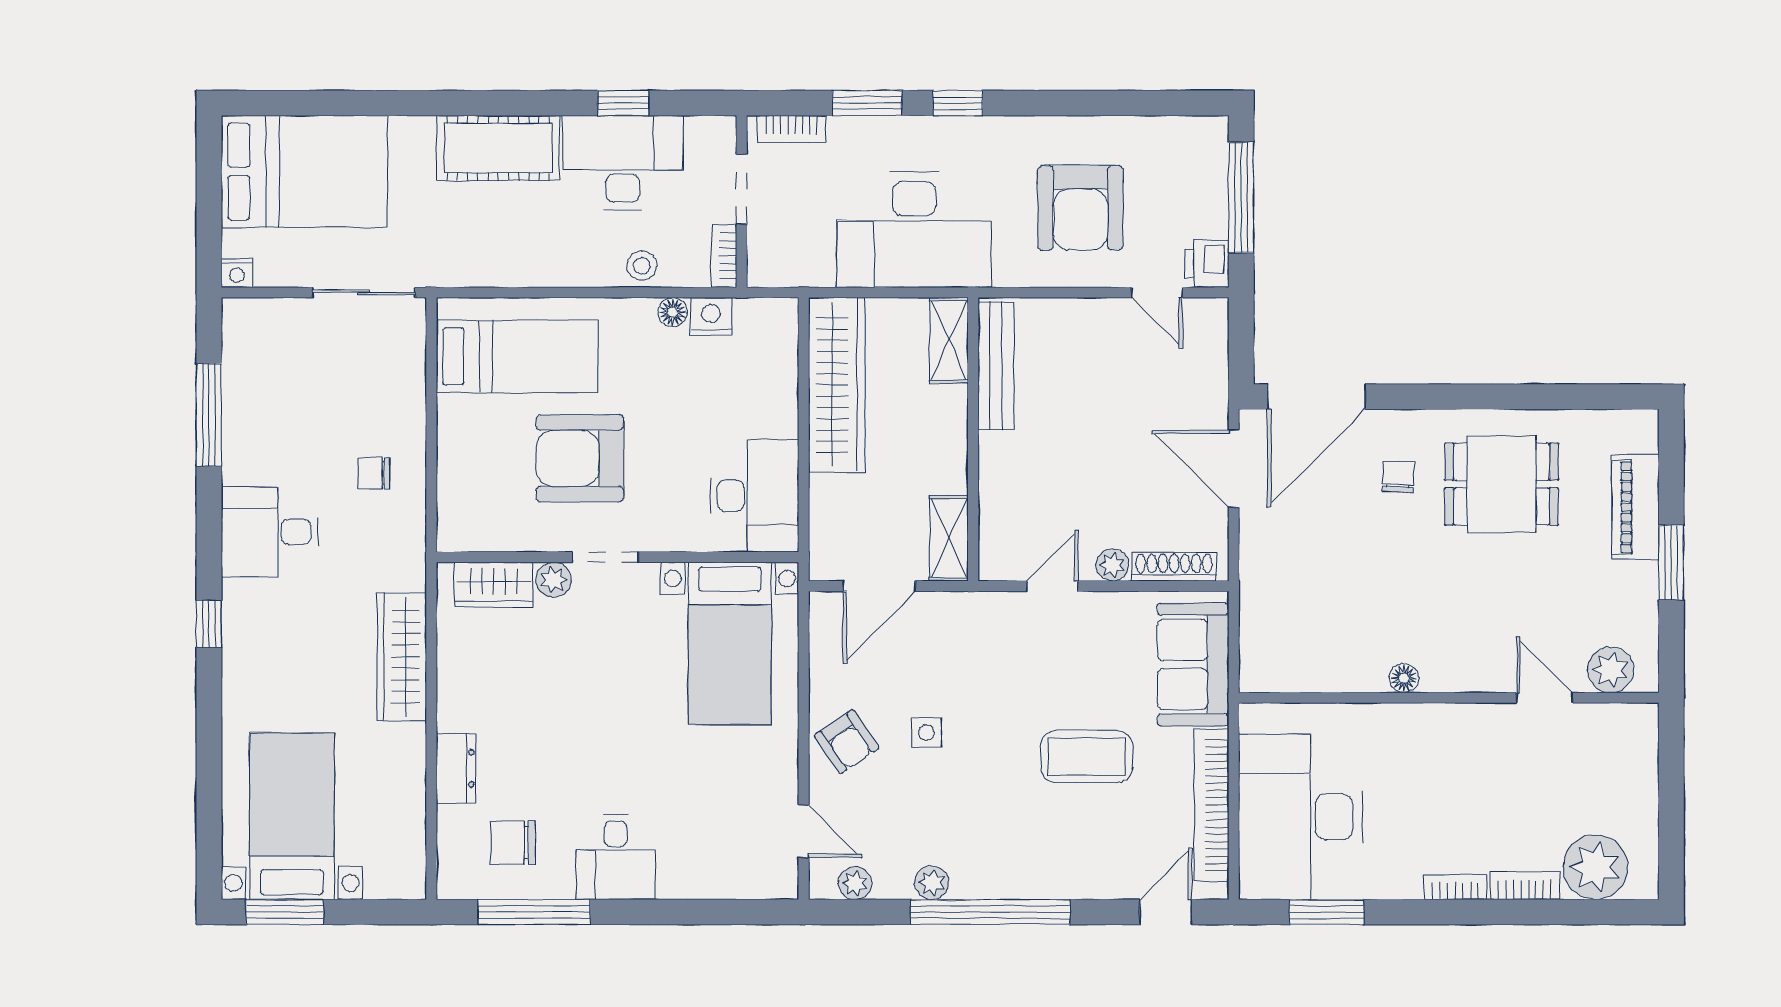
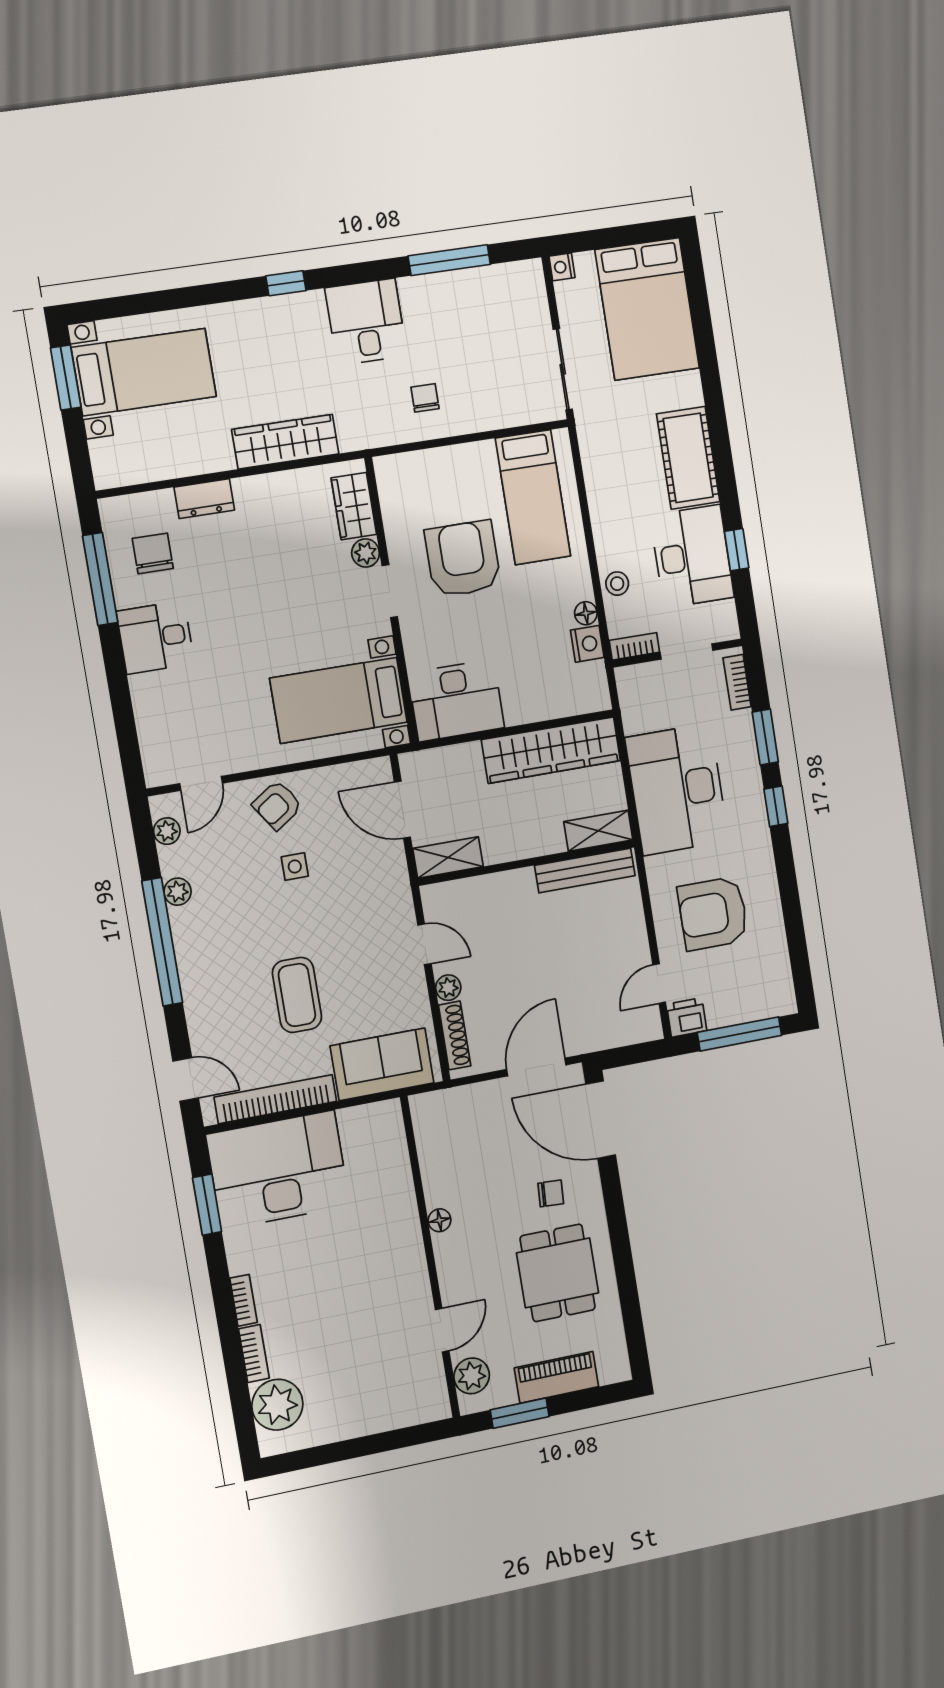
plant: (1611, 670) -> (472, 1376), moved
floor lamp: (1404, 678) -> (439, 1220), moved
wall: (1449, 698) -> (430, 1257), moved
door: (1544, 698) -> (442, 1330), moved

